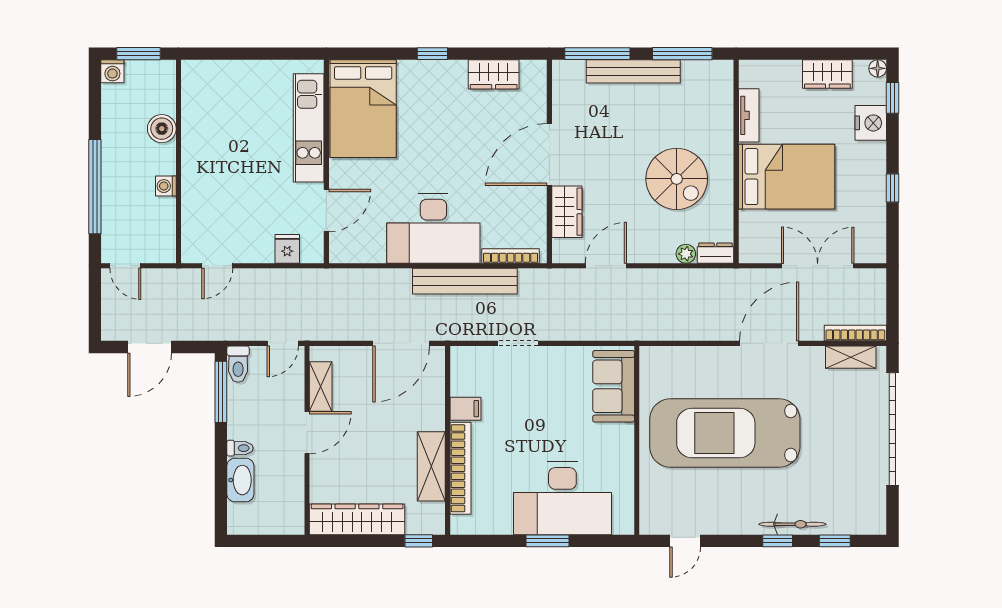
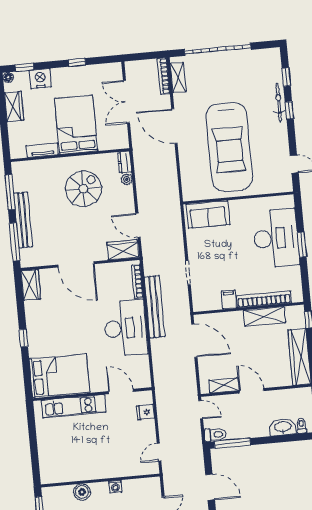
wardrobe: (494, 74) -> (31, 285), moved
wardrobe: (567, 212) -> (123, 250), moved
door: (217, 266) -> (159, 452), swing flipped
toilet: (240, 448) -> (301, 426), moved

